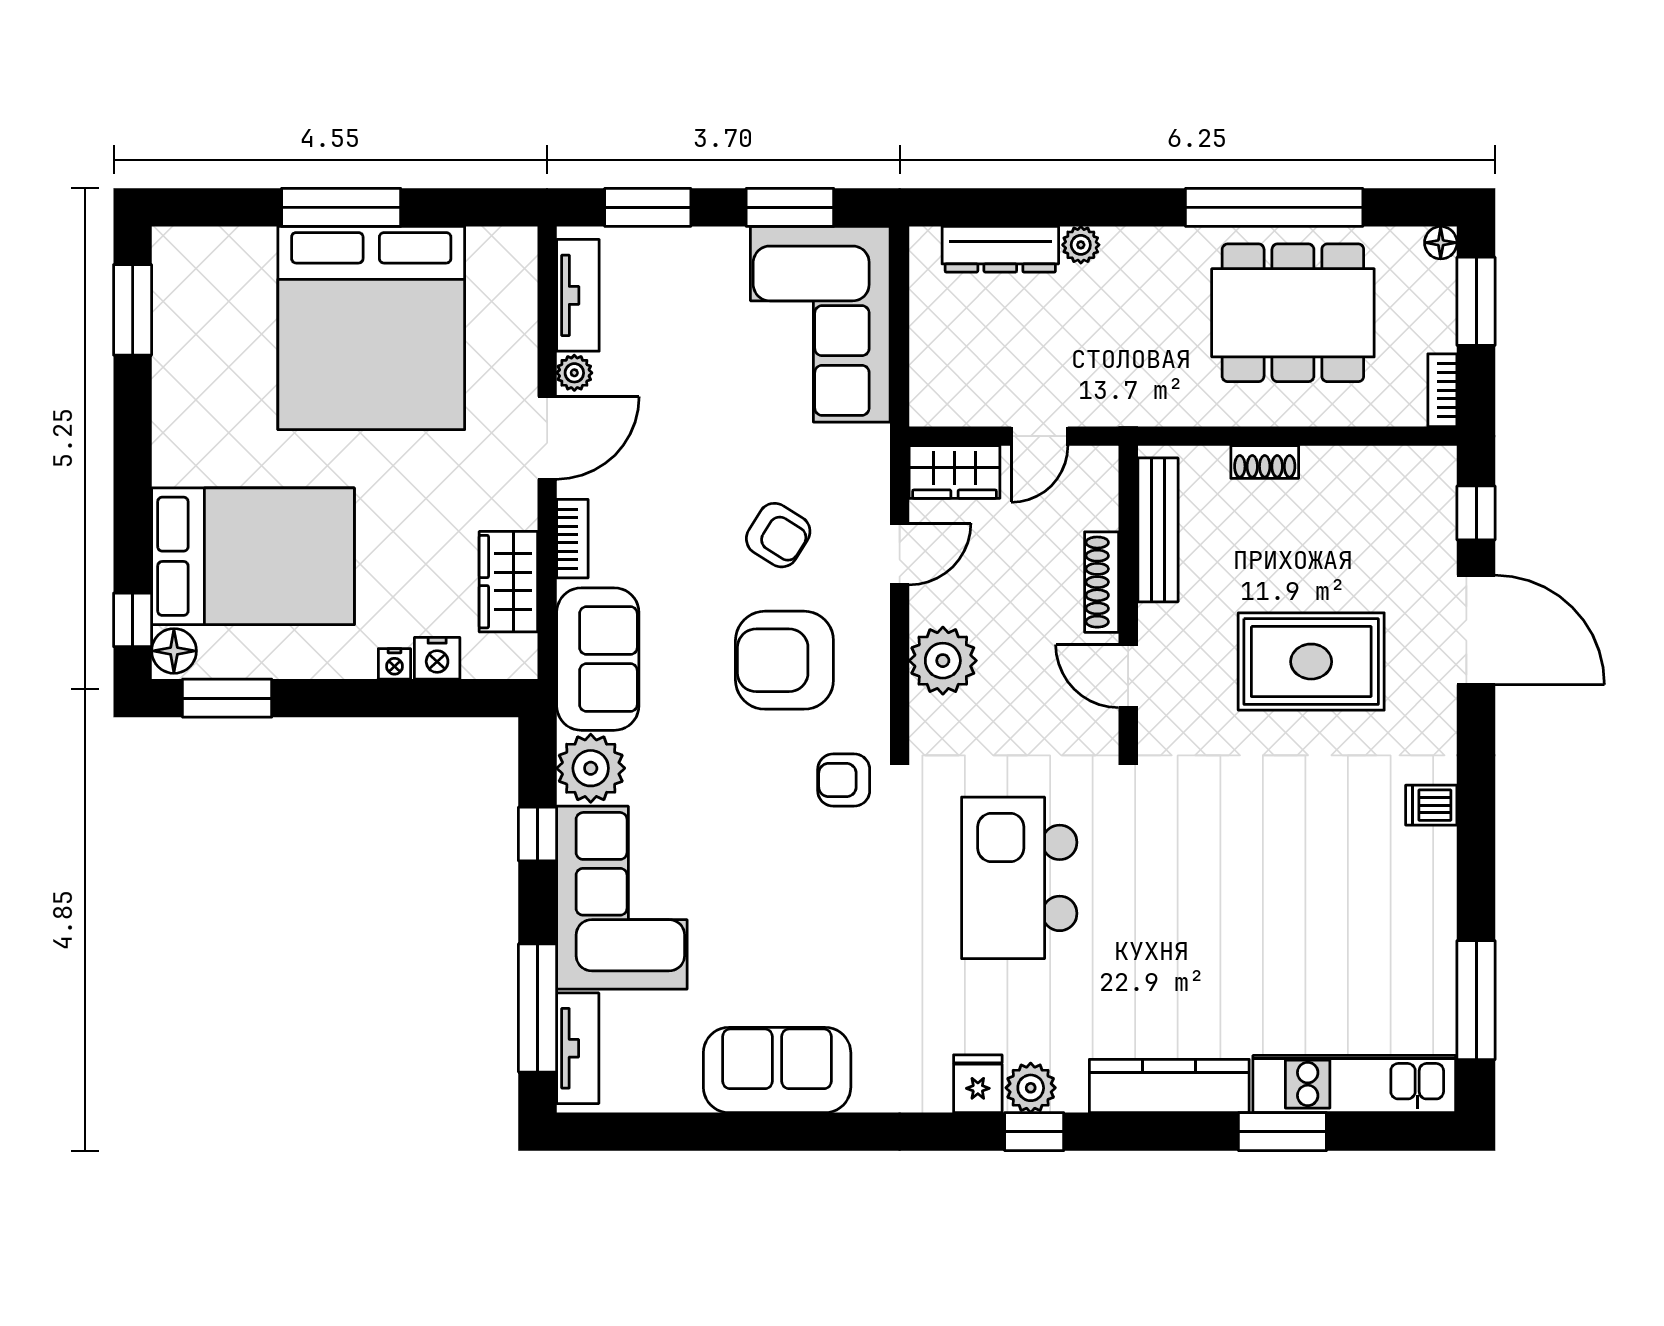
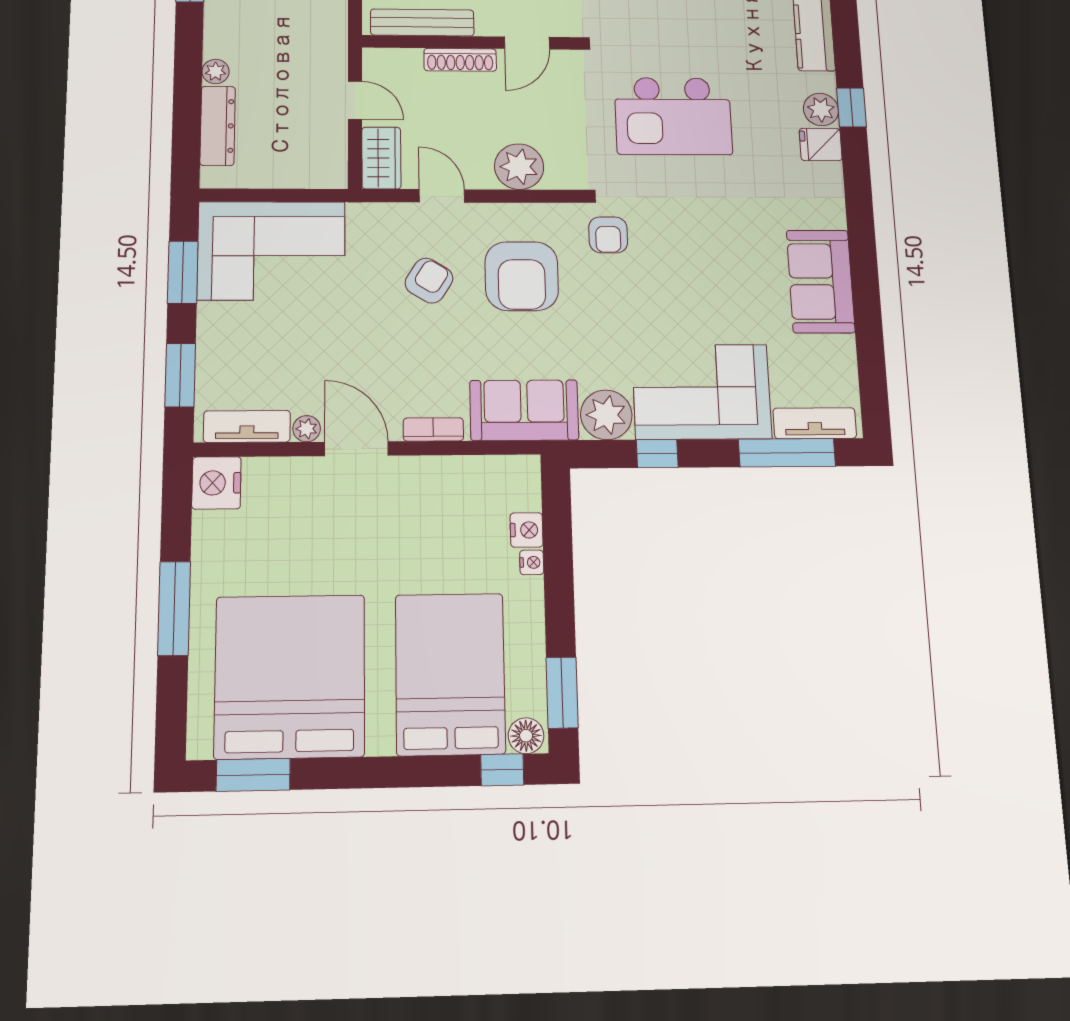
nightstand: (503, 257) -> (216, 483), added
bed: (371, 328) -> (290, 676), moved, turned -90
wardrobe: (508, 582) -> (467, 477), removed

